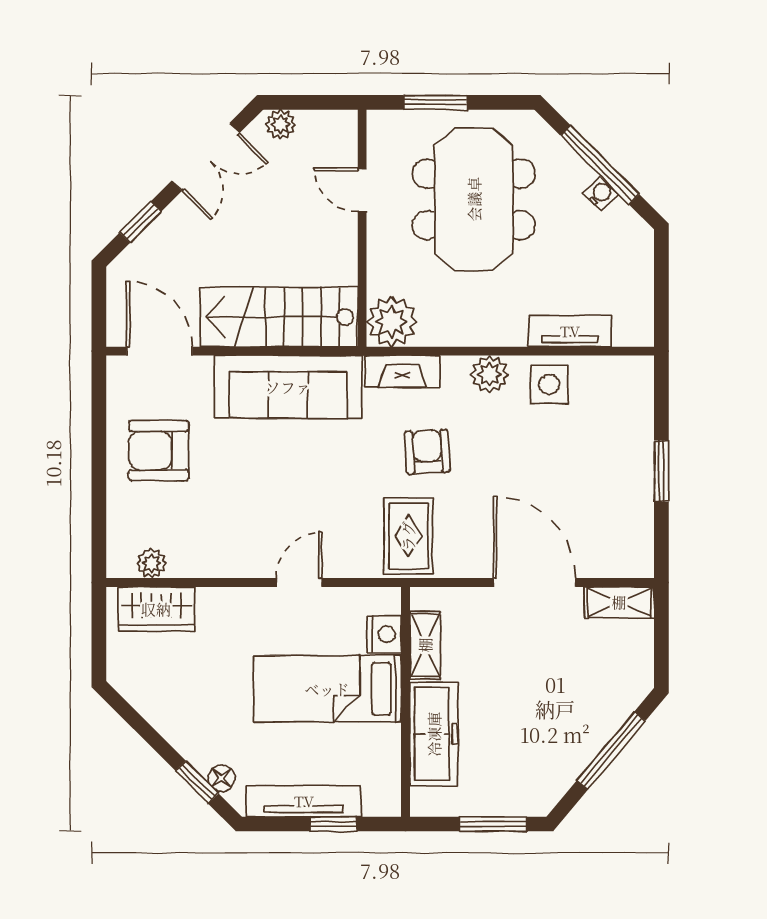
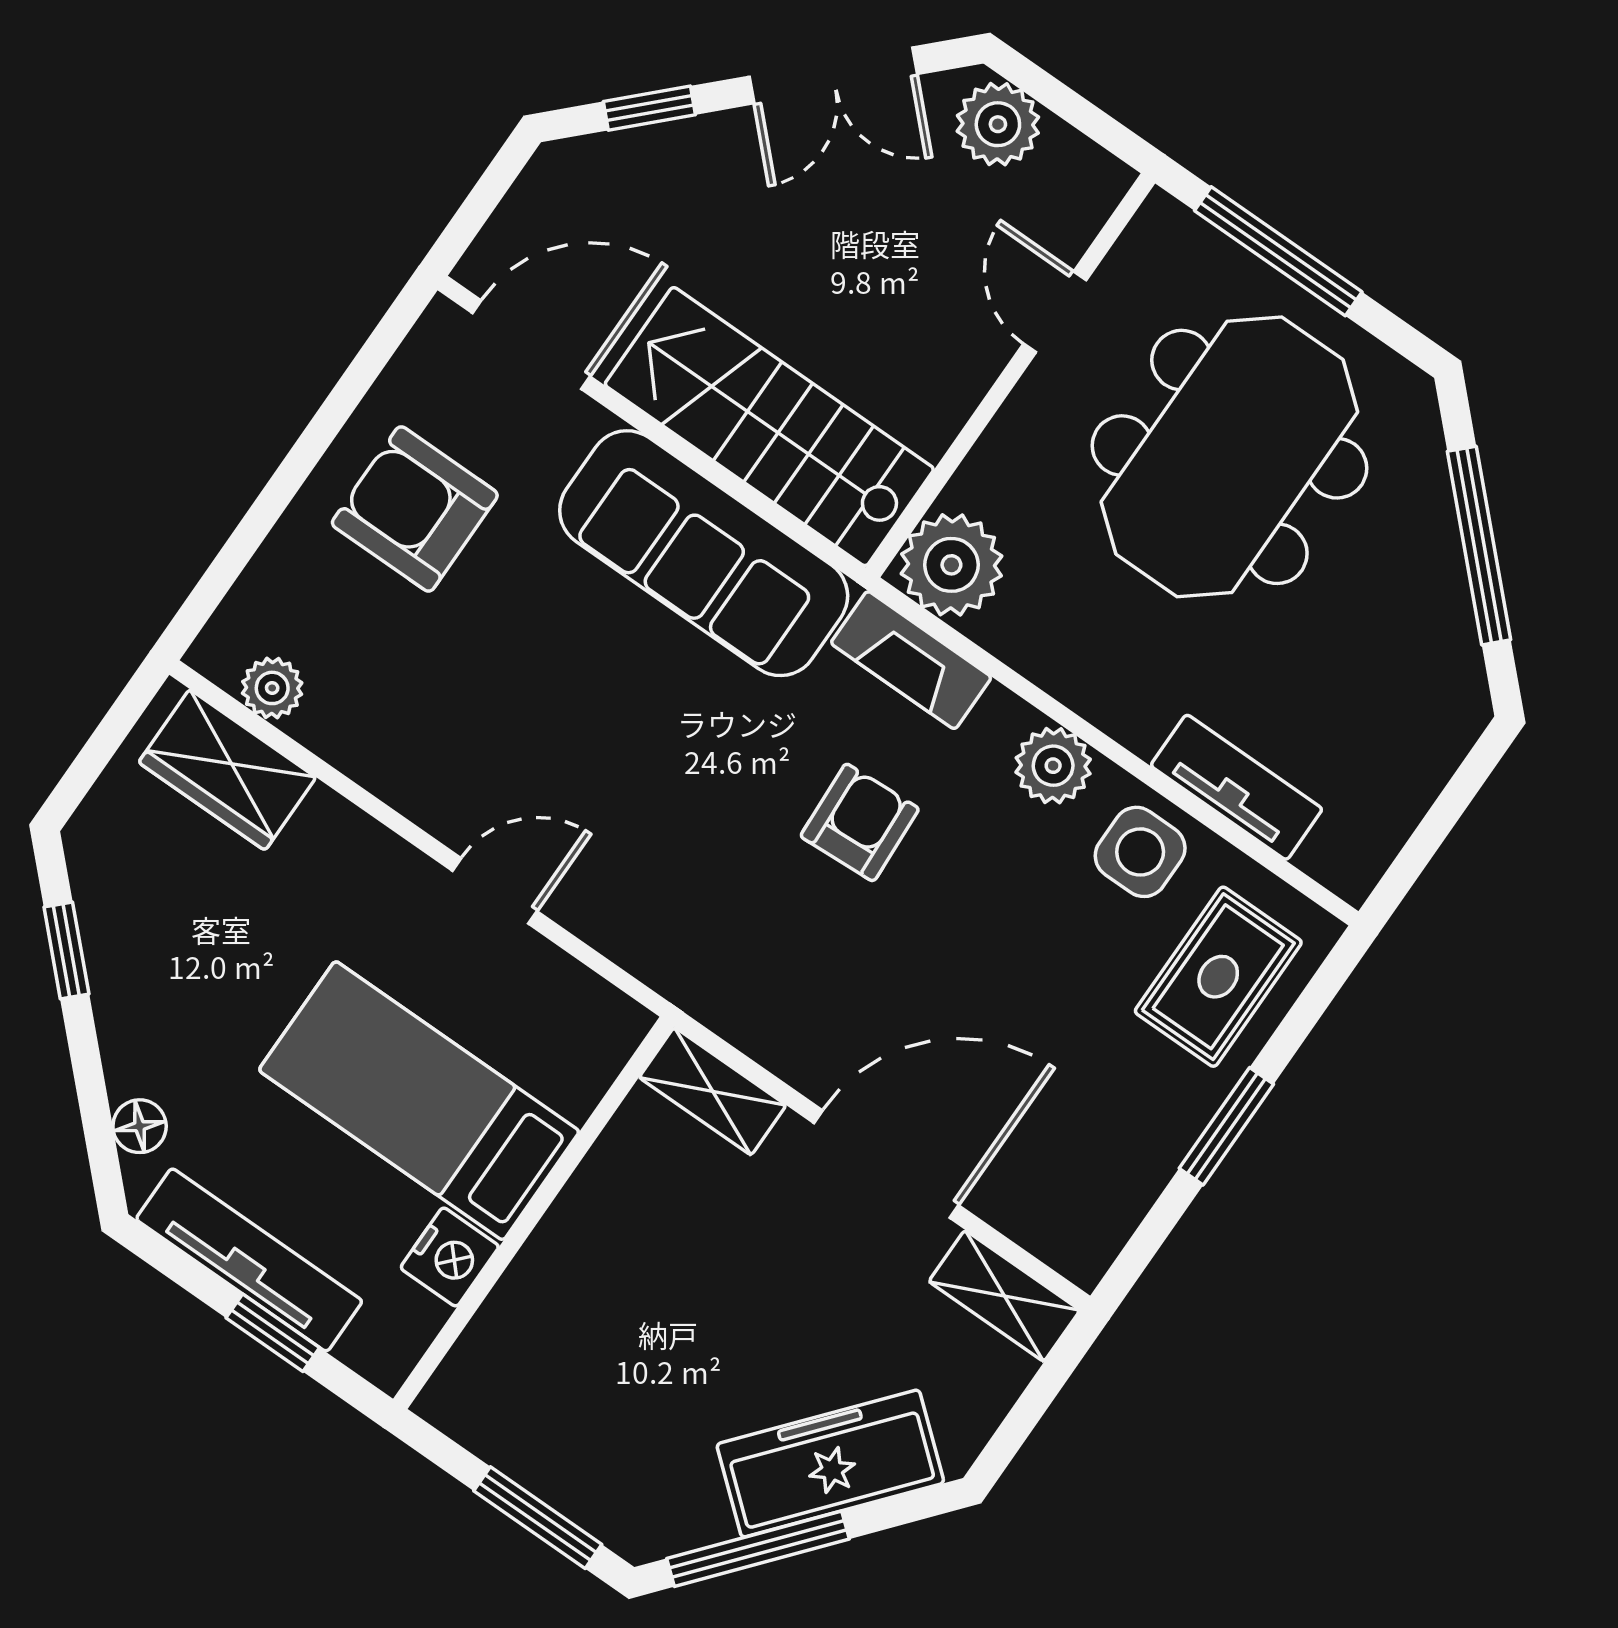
window: (435, 102) -> (1278, 251), width x1.44
plant: (280, 125) -> (998, 124), width x1.38, depth x1.38
water cooler: (601, 193) -> (1447, 594), removed
door: (160, 351) -> (531, 345), hinge flipped
rug: (408, 536) -> (1218, 977), moved
door: (535, 583) -> (886, 1164), hinge flipped
nightstand: (384, 634) -> (450, 1257), moved
shelving: (425, 645) -> (713, 1091), moved, turned 90
freezer: (434, 734) -> (830, 1463), moved, turned -140
window: (611, 751) -> (758, 1549), moved
window: (197, 782) -> (66, 951), moved

